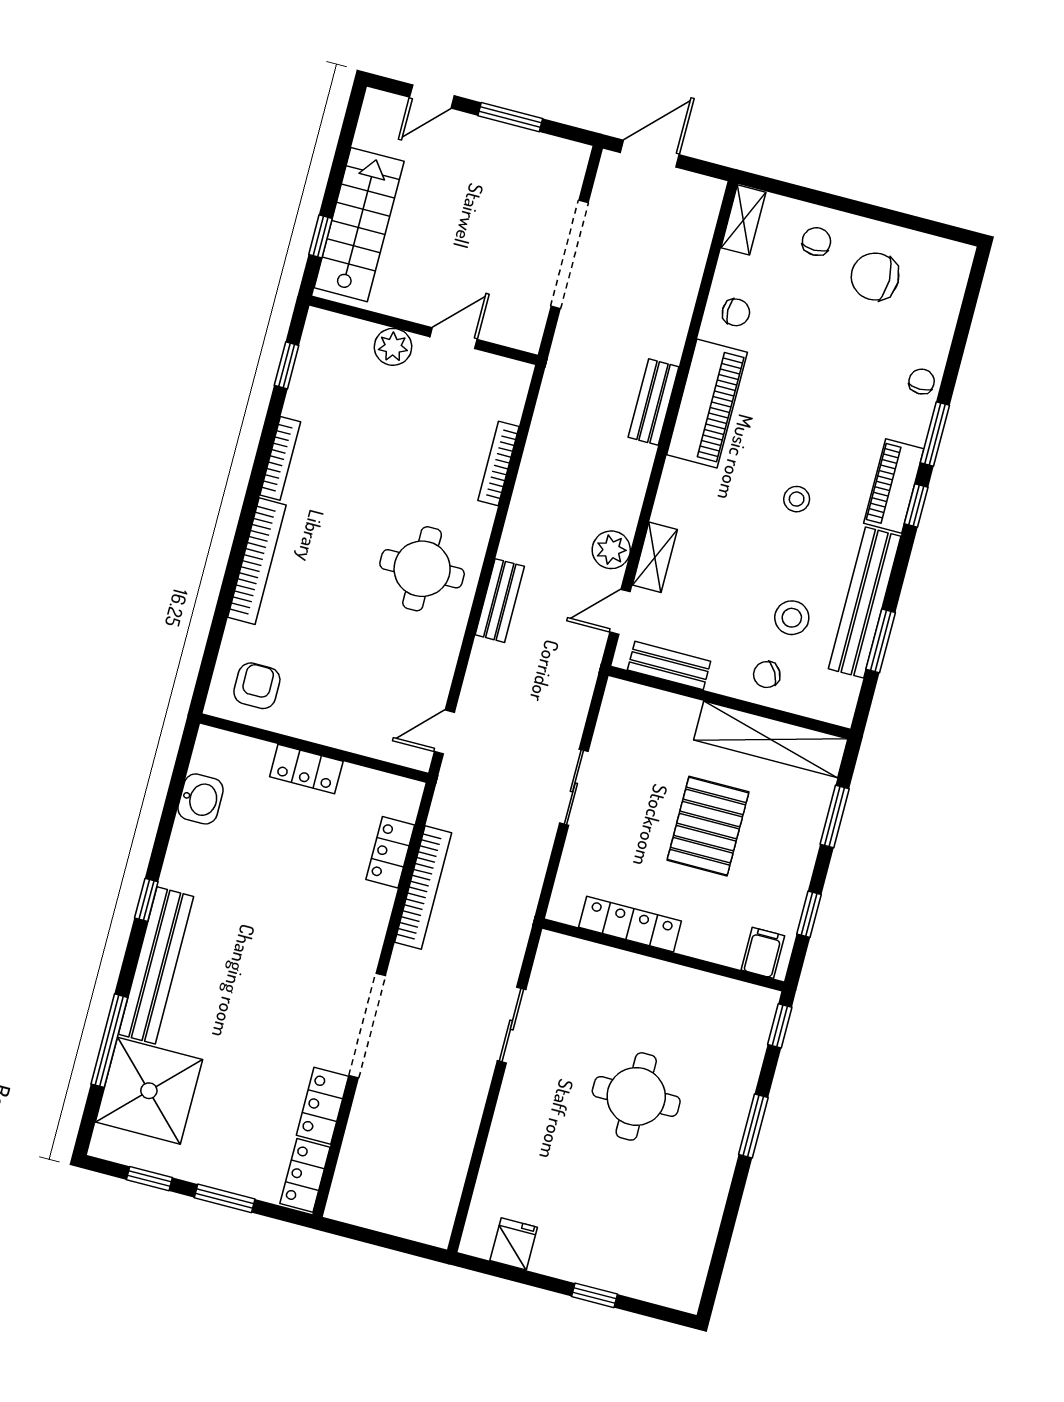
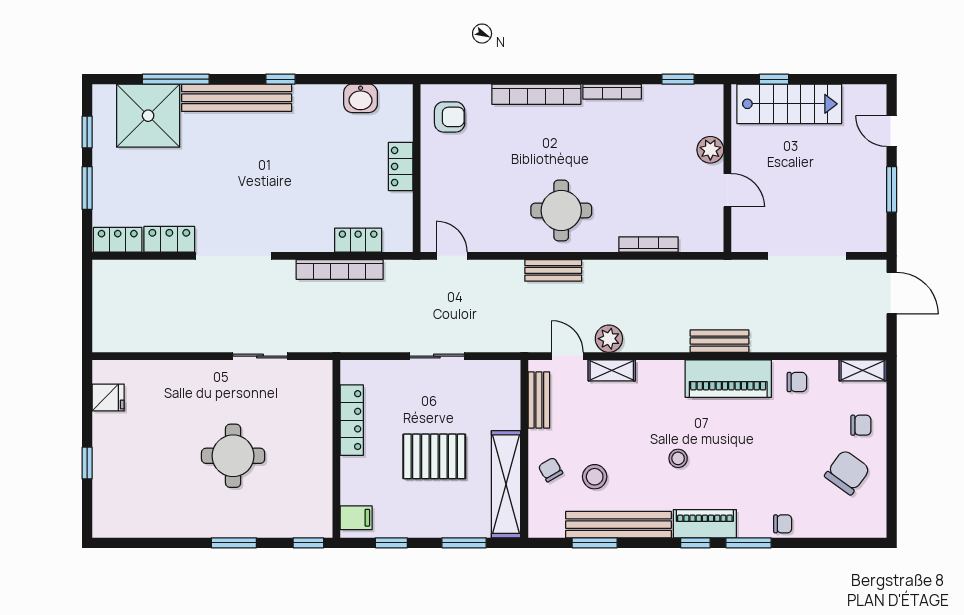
chair: (875, 277) -> (847, 472), turned 36
chair: (736, 312) -> (797, 382), turned -90

